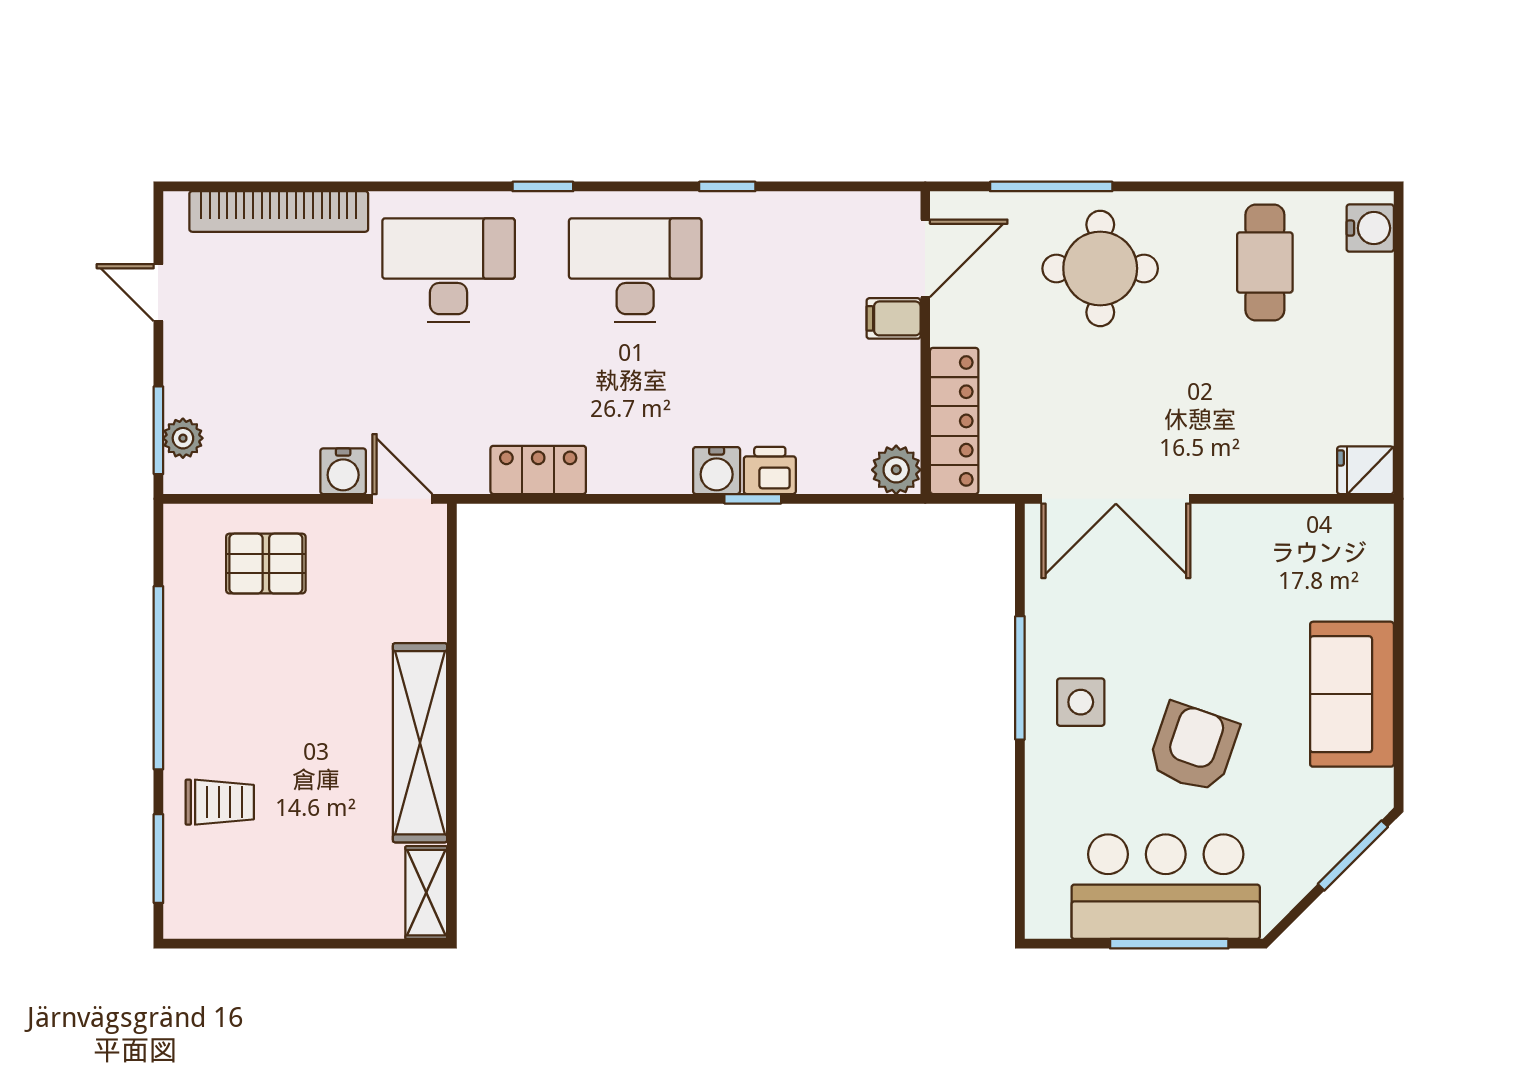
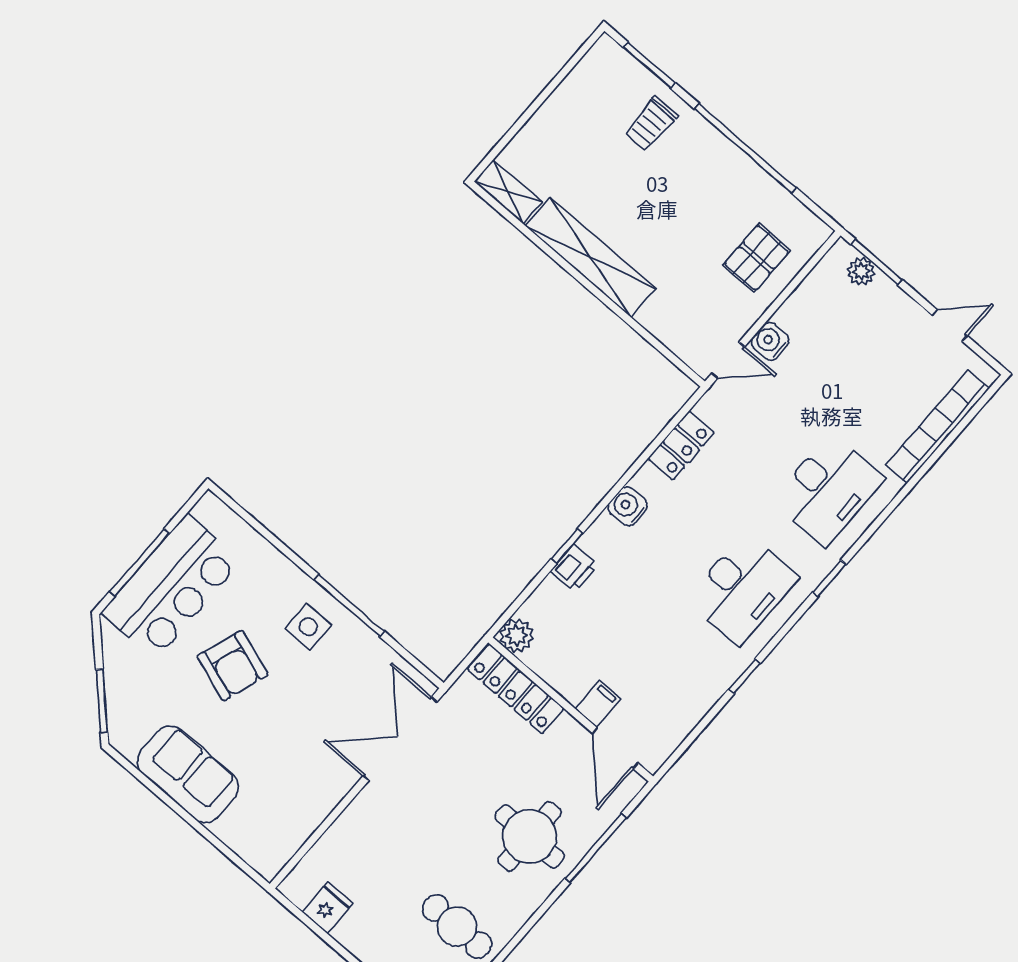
fridge: (1365, 470) -> (327, 908), moved
water cooler: (717, 471) -> (628, 506), moved

